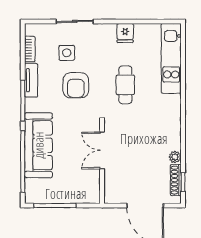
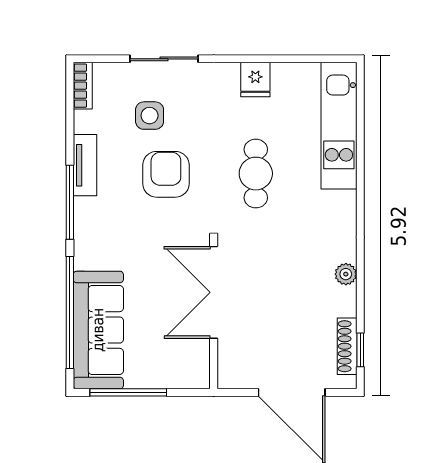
bookcase: (30, 49) -> (83, 86), moved
armchair: (76, 85) -> (166, 174), turned 180
sofa: (38, 145) -> (98, 330), moved
double door: (102, 150) -> (214, 292), width x1.37
plant: (175, 157) -> (346, 274), moved

